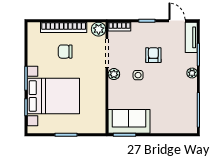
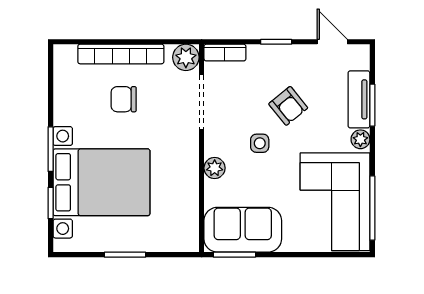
tv unit: (191, 37) -> (359, 99), moved
armchair: (153, 55) -> (288, 106), turned 141
plant: (114, 74) -> (215, 168), moved
corner sofa: (178, 106) -> (335, 202), added

